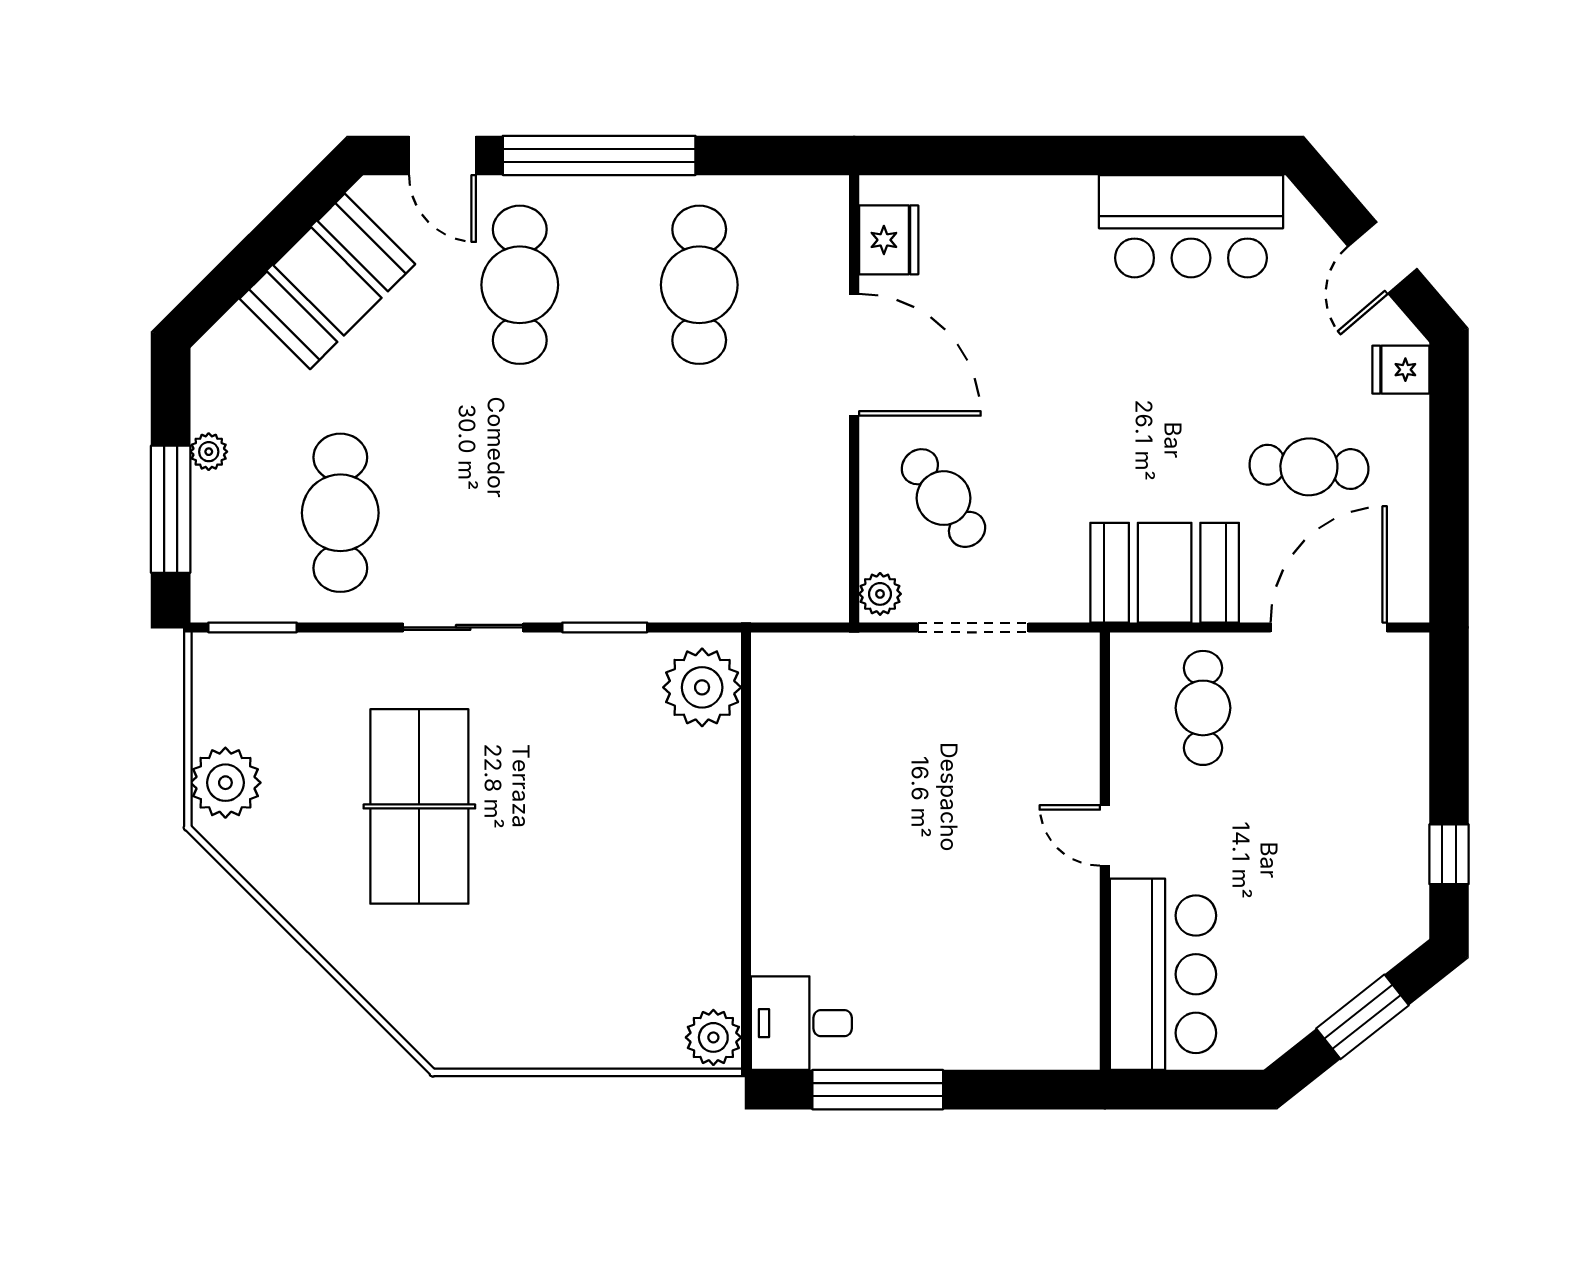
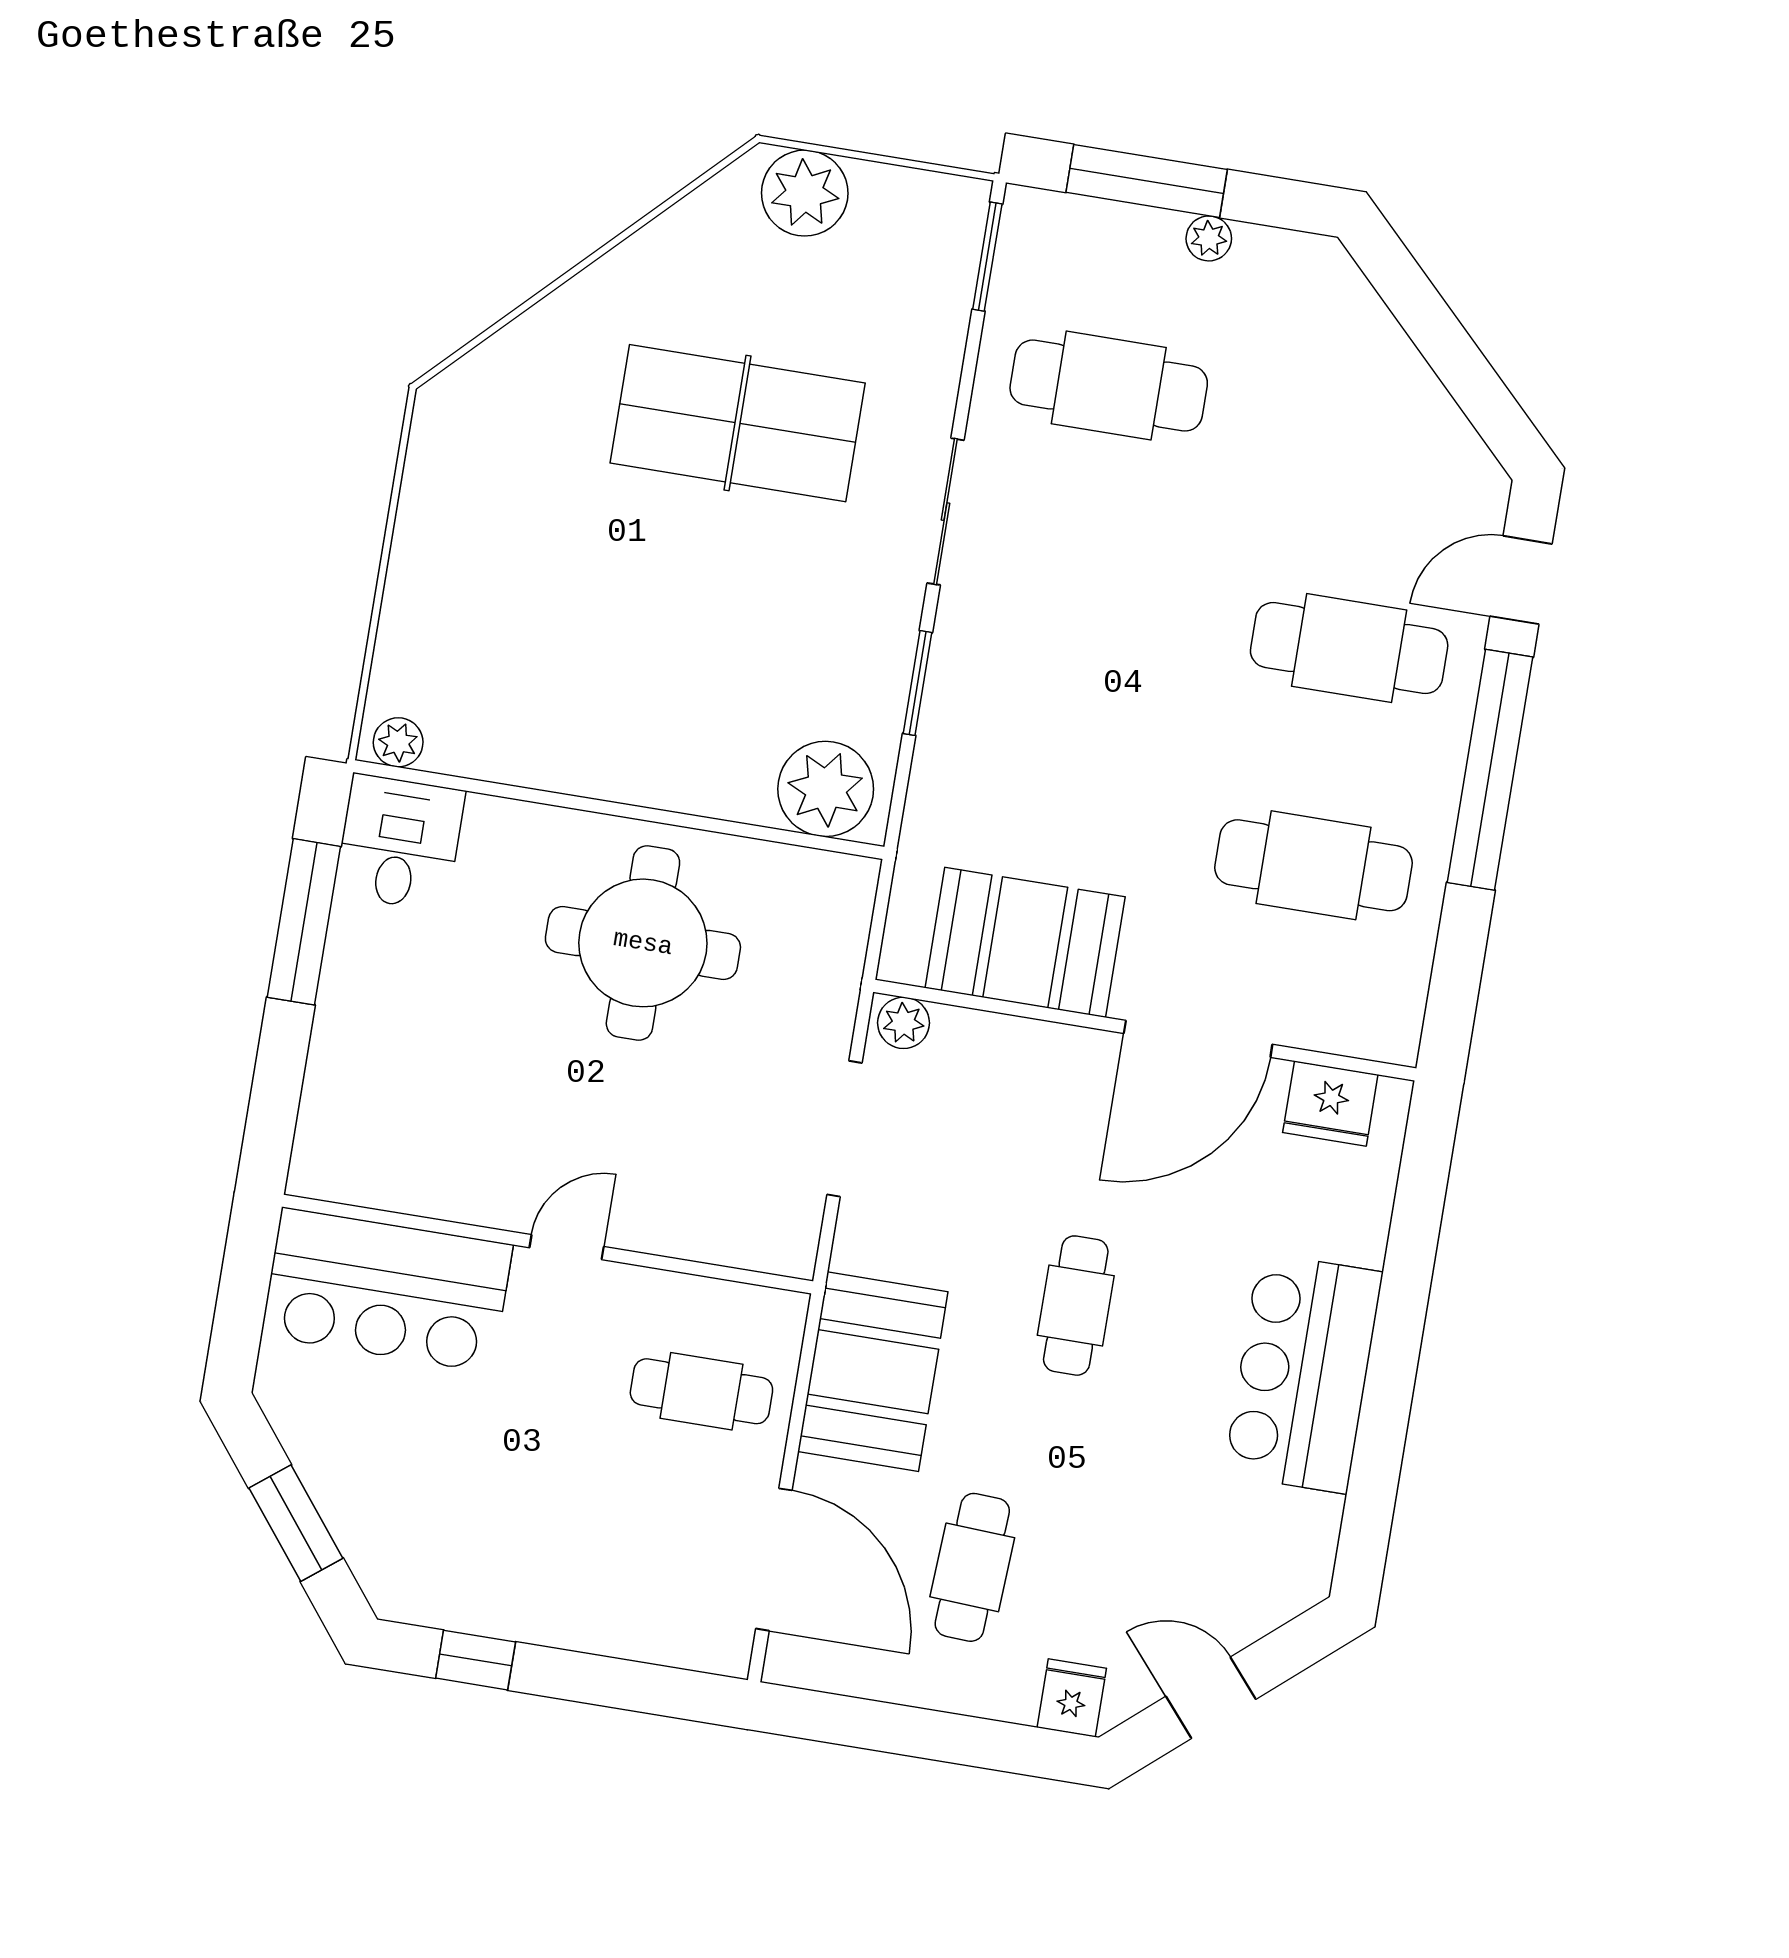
bar counter: (1191, 226) -> (1303, 1373), moved
booth: (327, 281) -> (1025, 942), moved, turned -45
cafe table: (943, 498) -> (1076, 1306), moved, turned -53
round table: (850, 814) -> (643, 943), added
plant: (713, 1037) -> (398, 742), width x0.73, depth x0.73

